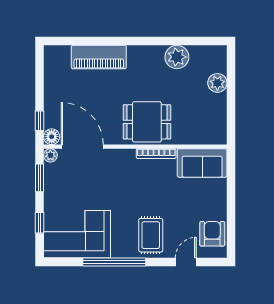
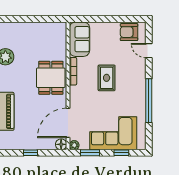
plant: (217, 83) -> (24, 29), removed
window: (40, 121) -> (31, 153), moved
corner sofa: (77, 234) -> (113, 133), moved, turned 90
rug: (151, 235) -> (107, 78), moved, turned 90

